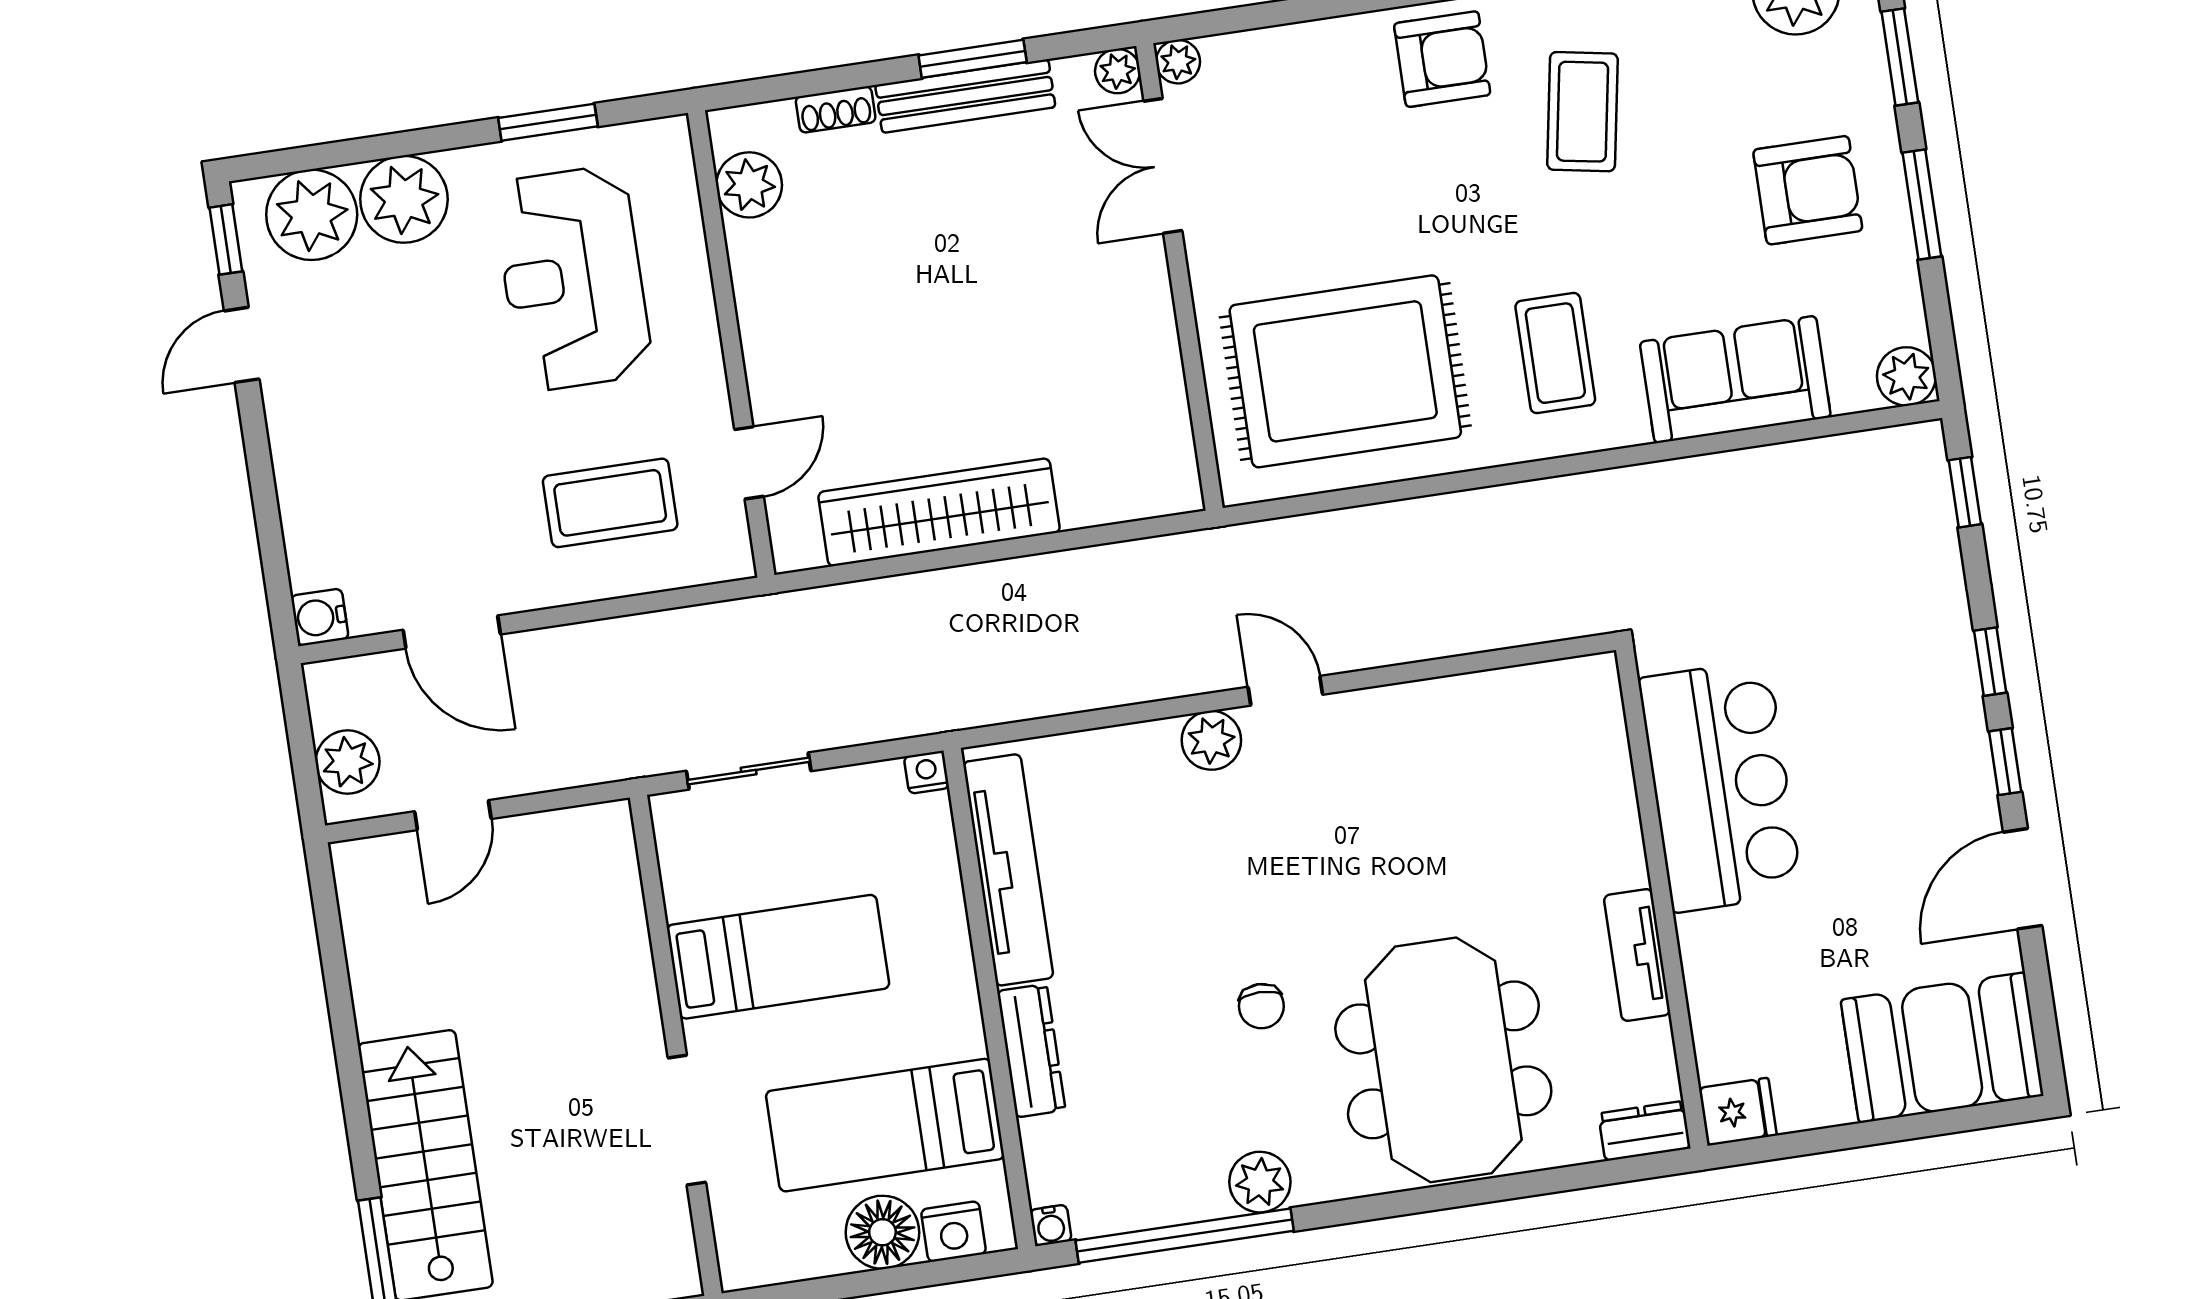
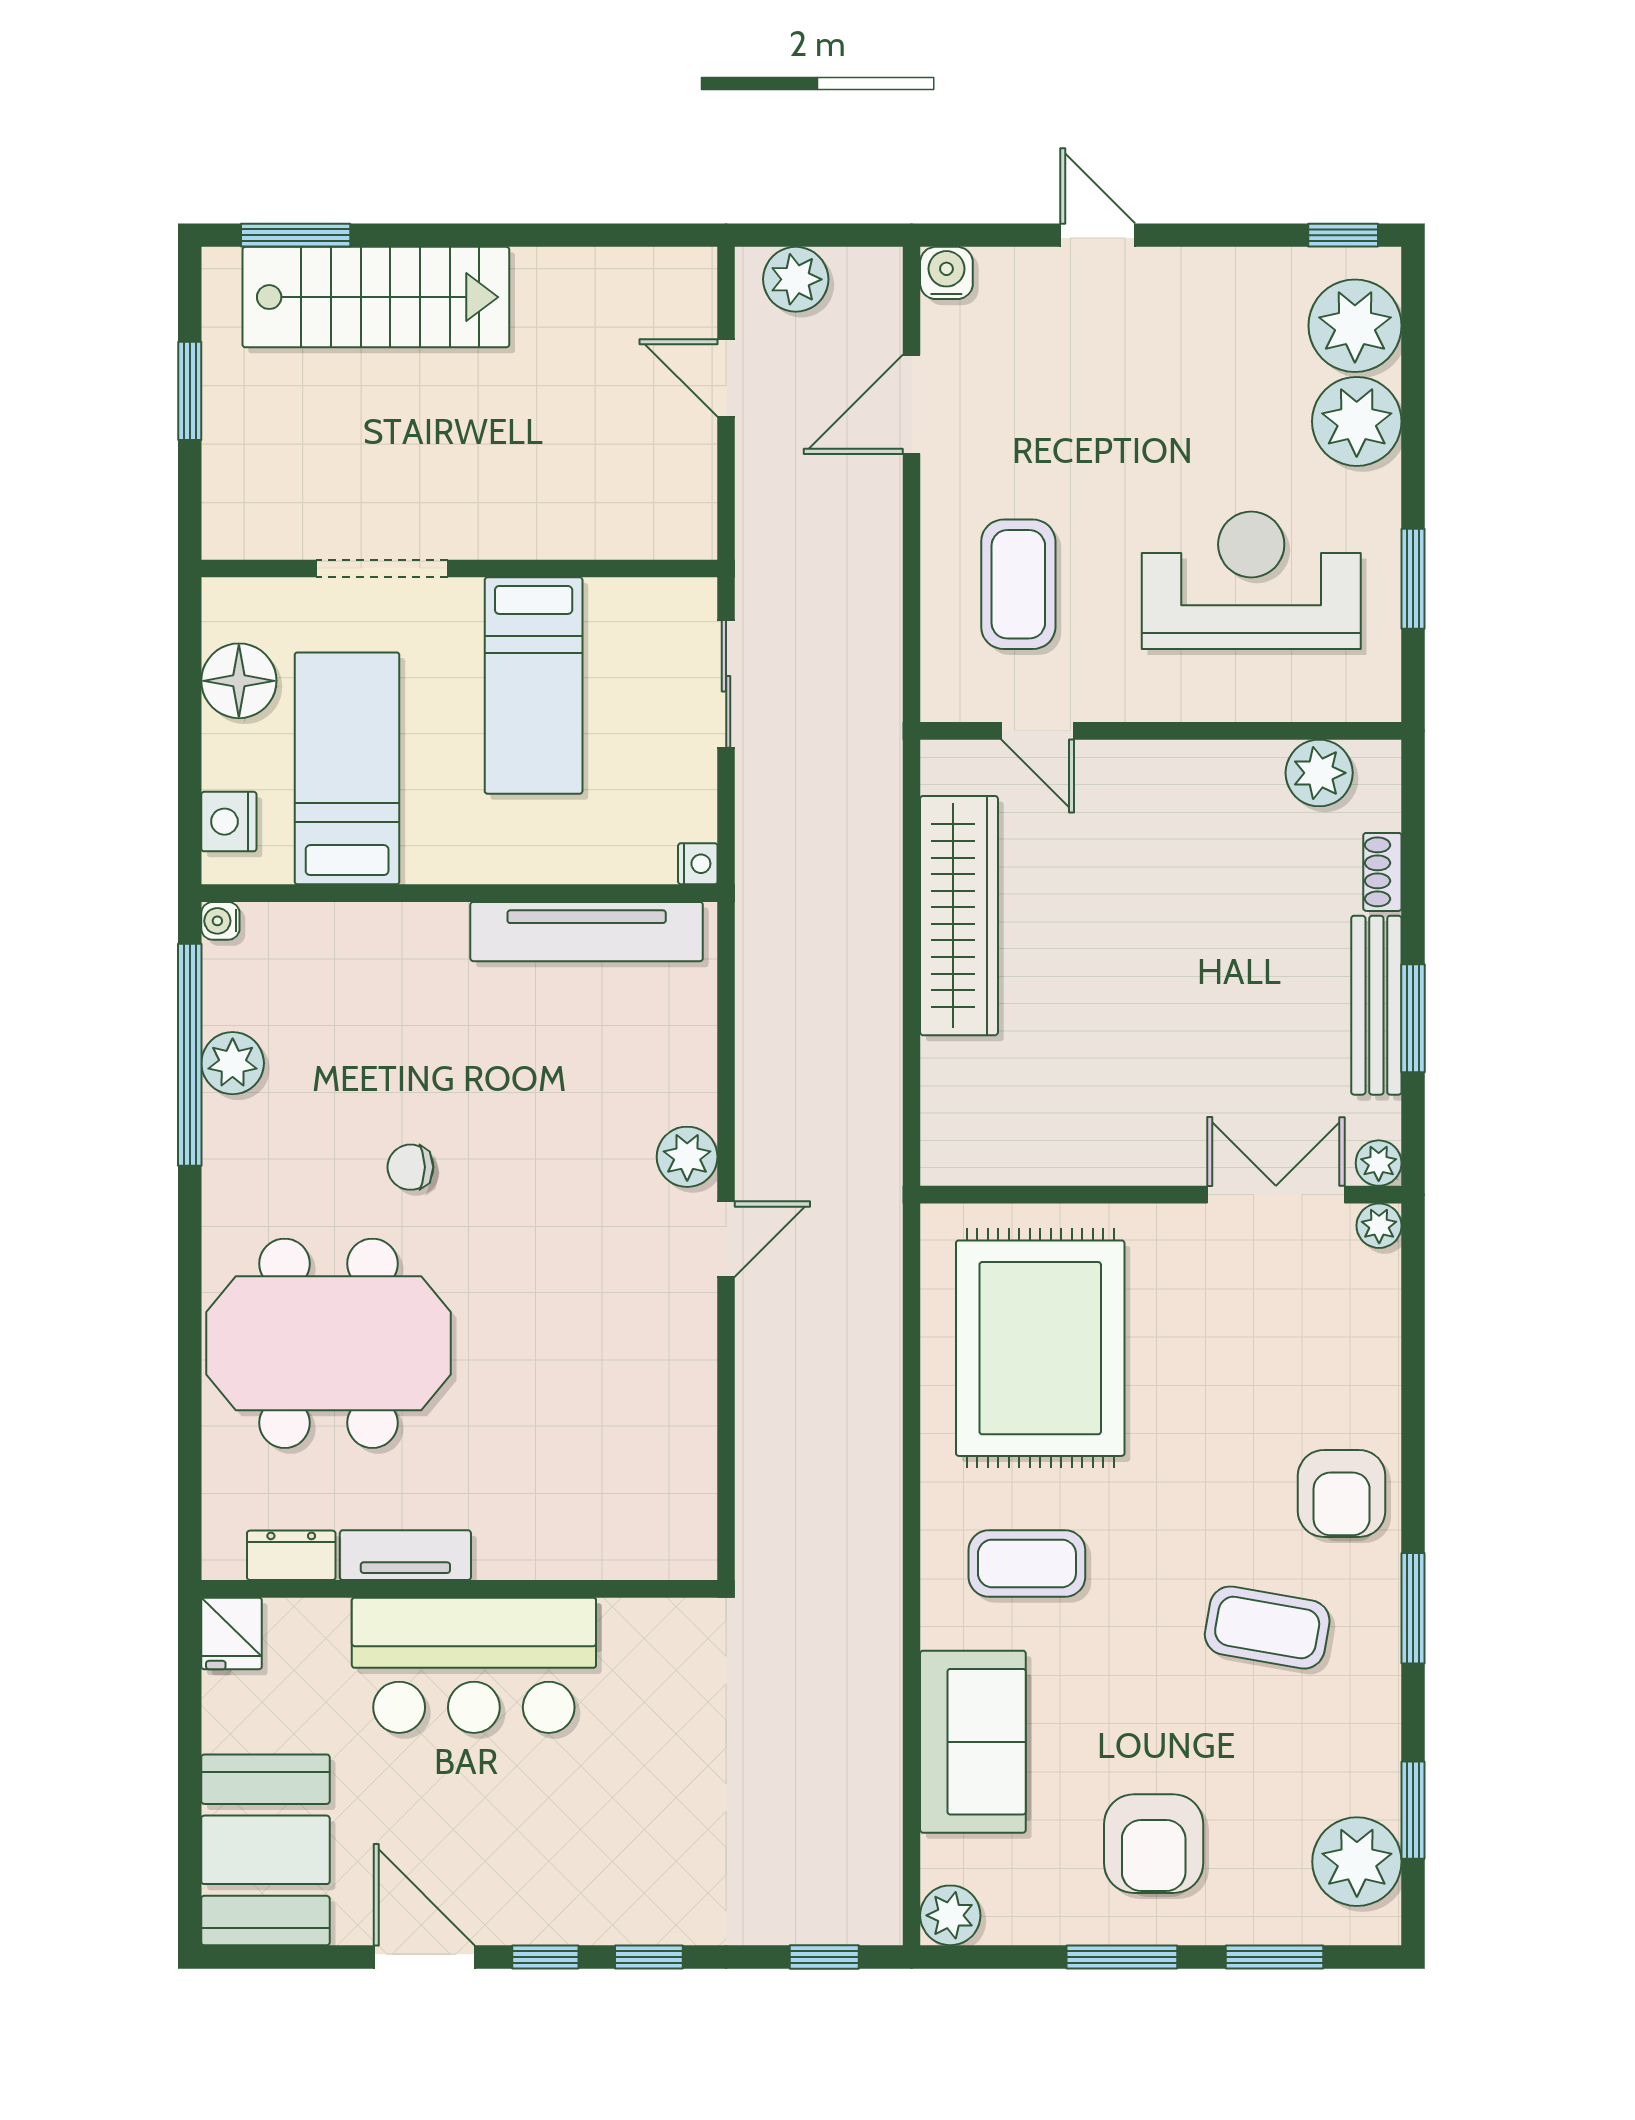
door: (242, 345) -> (1098, 235), moved
bar counter: (1721, 786) -> (474, 1665), moved
dresser: (1031, 1051) -> (400, 928), removed
dresser: (1644, 1131) -> (291, 1555), moved, turned -90
plant: (1260, 1182) -> (233, 1063), moved
floor lamp: (882, 1232) -> (239, 681), moved

